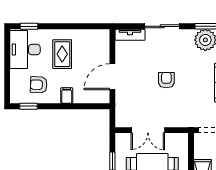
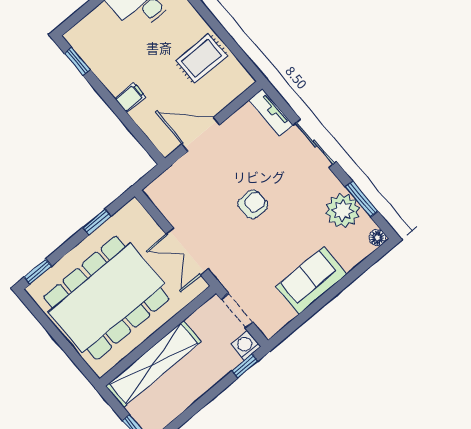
rug: (62, 54) -> (202, 58), moved
armchair: (39, 85) -> (114, 52), removed
double door: (148, 130) -> (187, 251), moved

